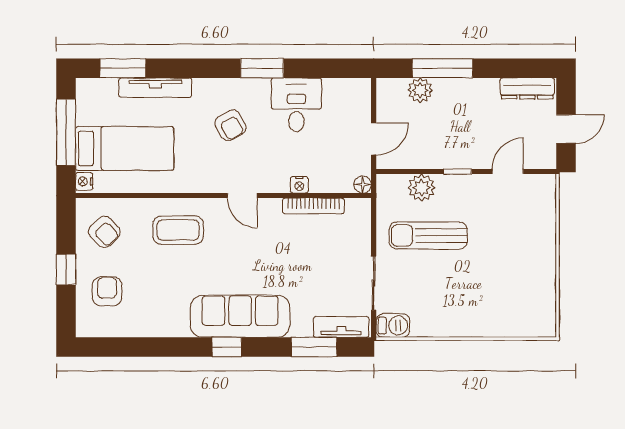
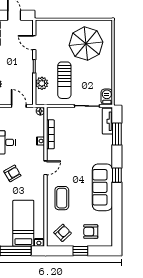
parasol: (506, 281) -> (86, 44), added
sofa: (240, 316) -> (102, 187), moved

